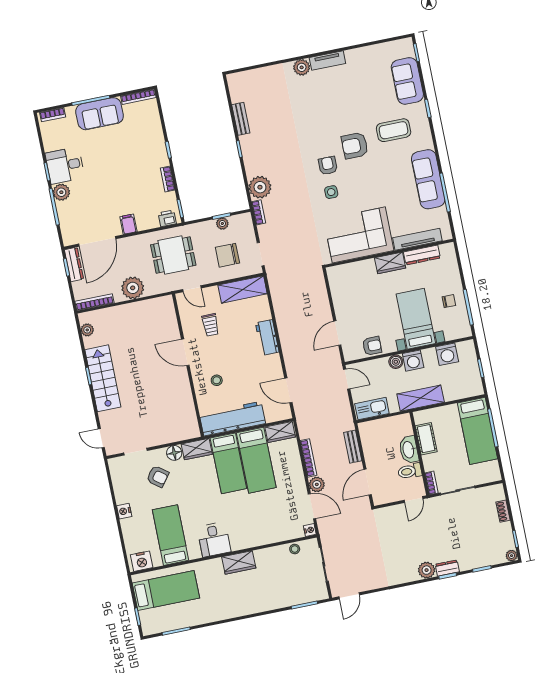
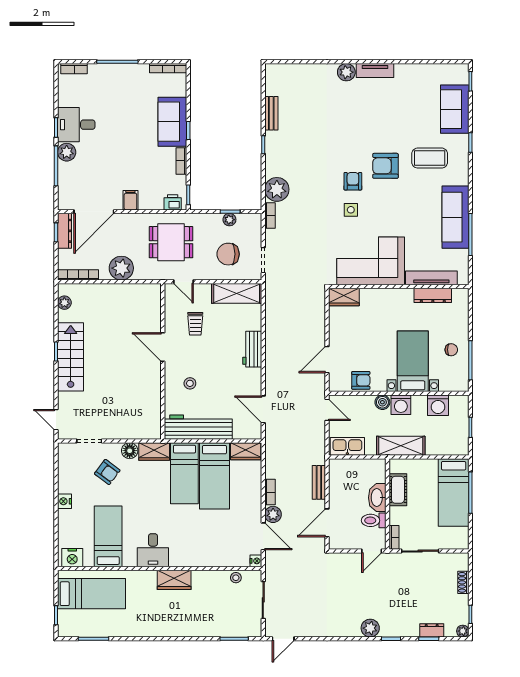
sofa: (100, 114) -> (172, 122), moved, turned 90
wardrobe: (390, 263) -> (344, 297), moved
bookcase: (309, 458) -> (270, 492), width x0.64
dresser: (447, 568) -> (432, 630), moved

